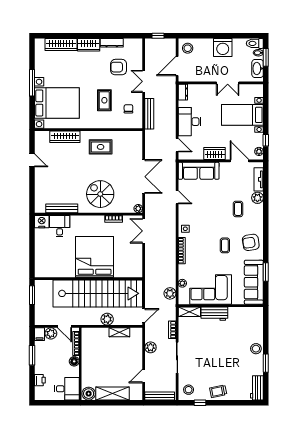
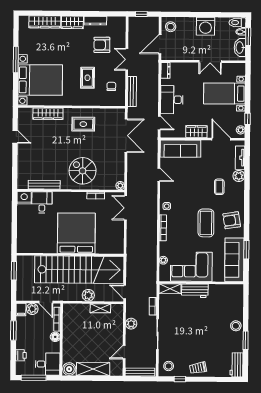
double door: (144, 177) -> (126, 136), moved
coffee table: (225, 245) -> (206, 223), width x1.86, depth x1.72
plant: (170, 293) -> (151, 270), removed
door: (144, 316) -> (125, 292), swing flipped
window: (53, 403) -> (34, 378), added

